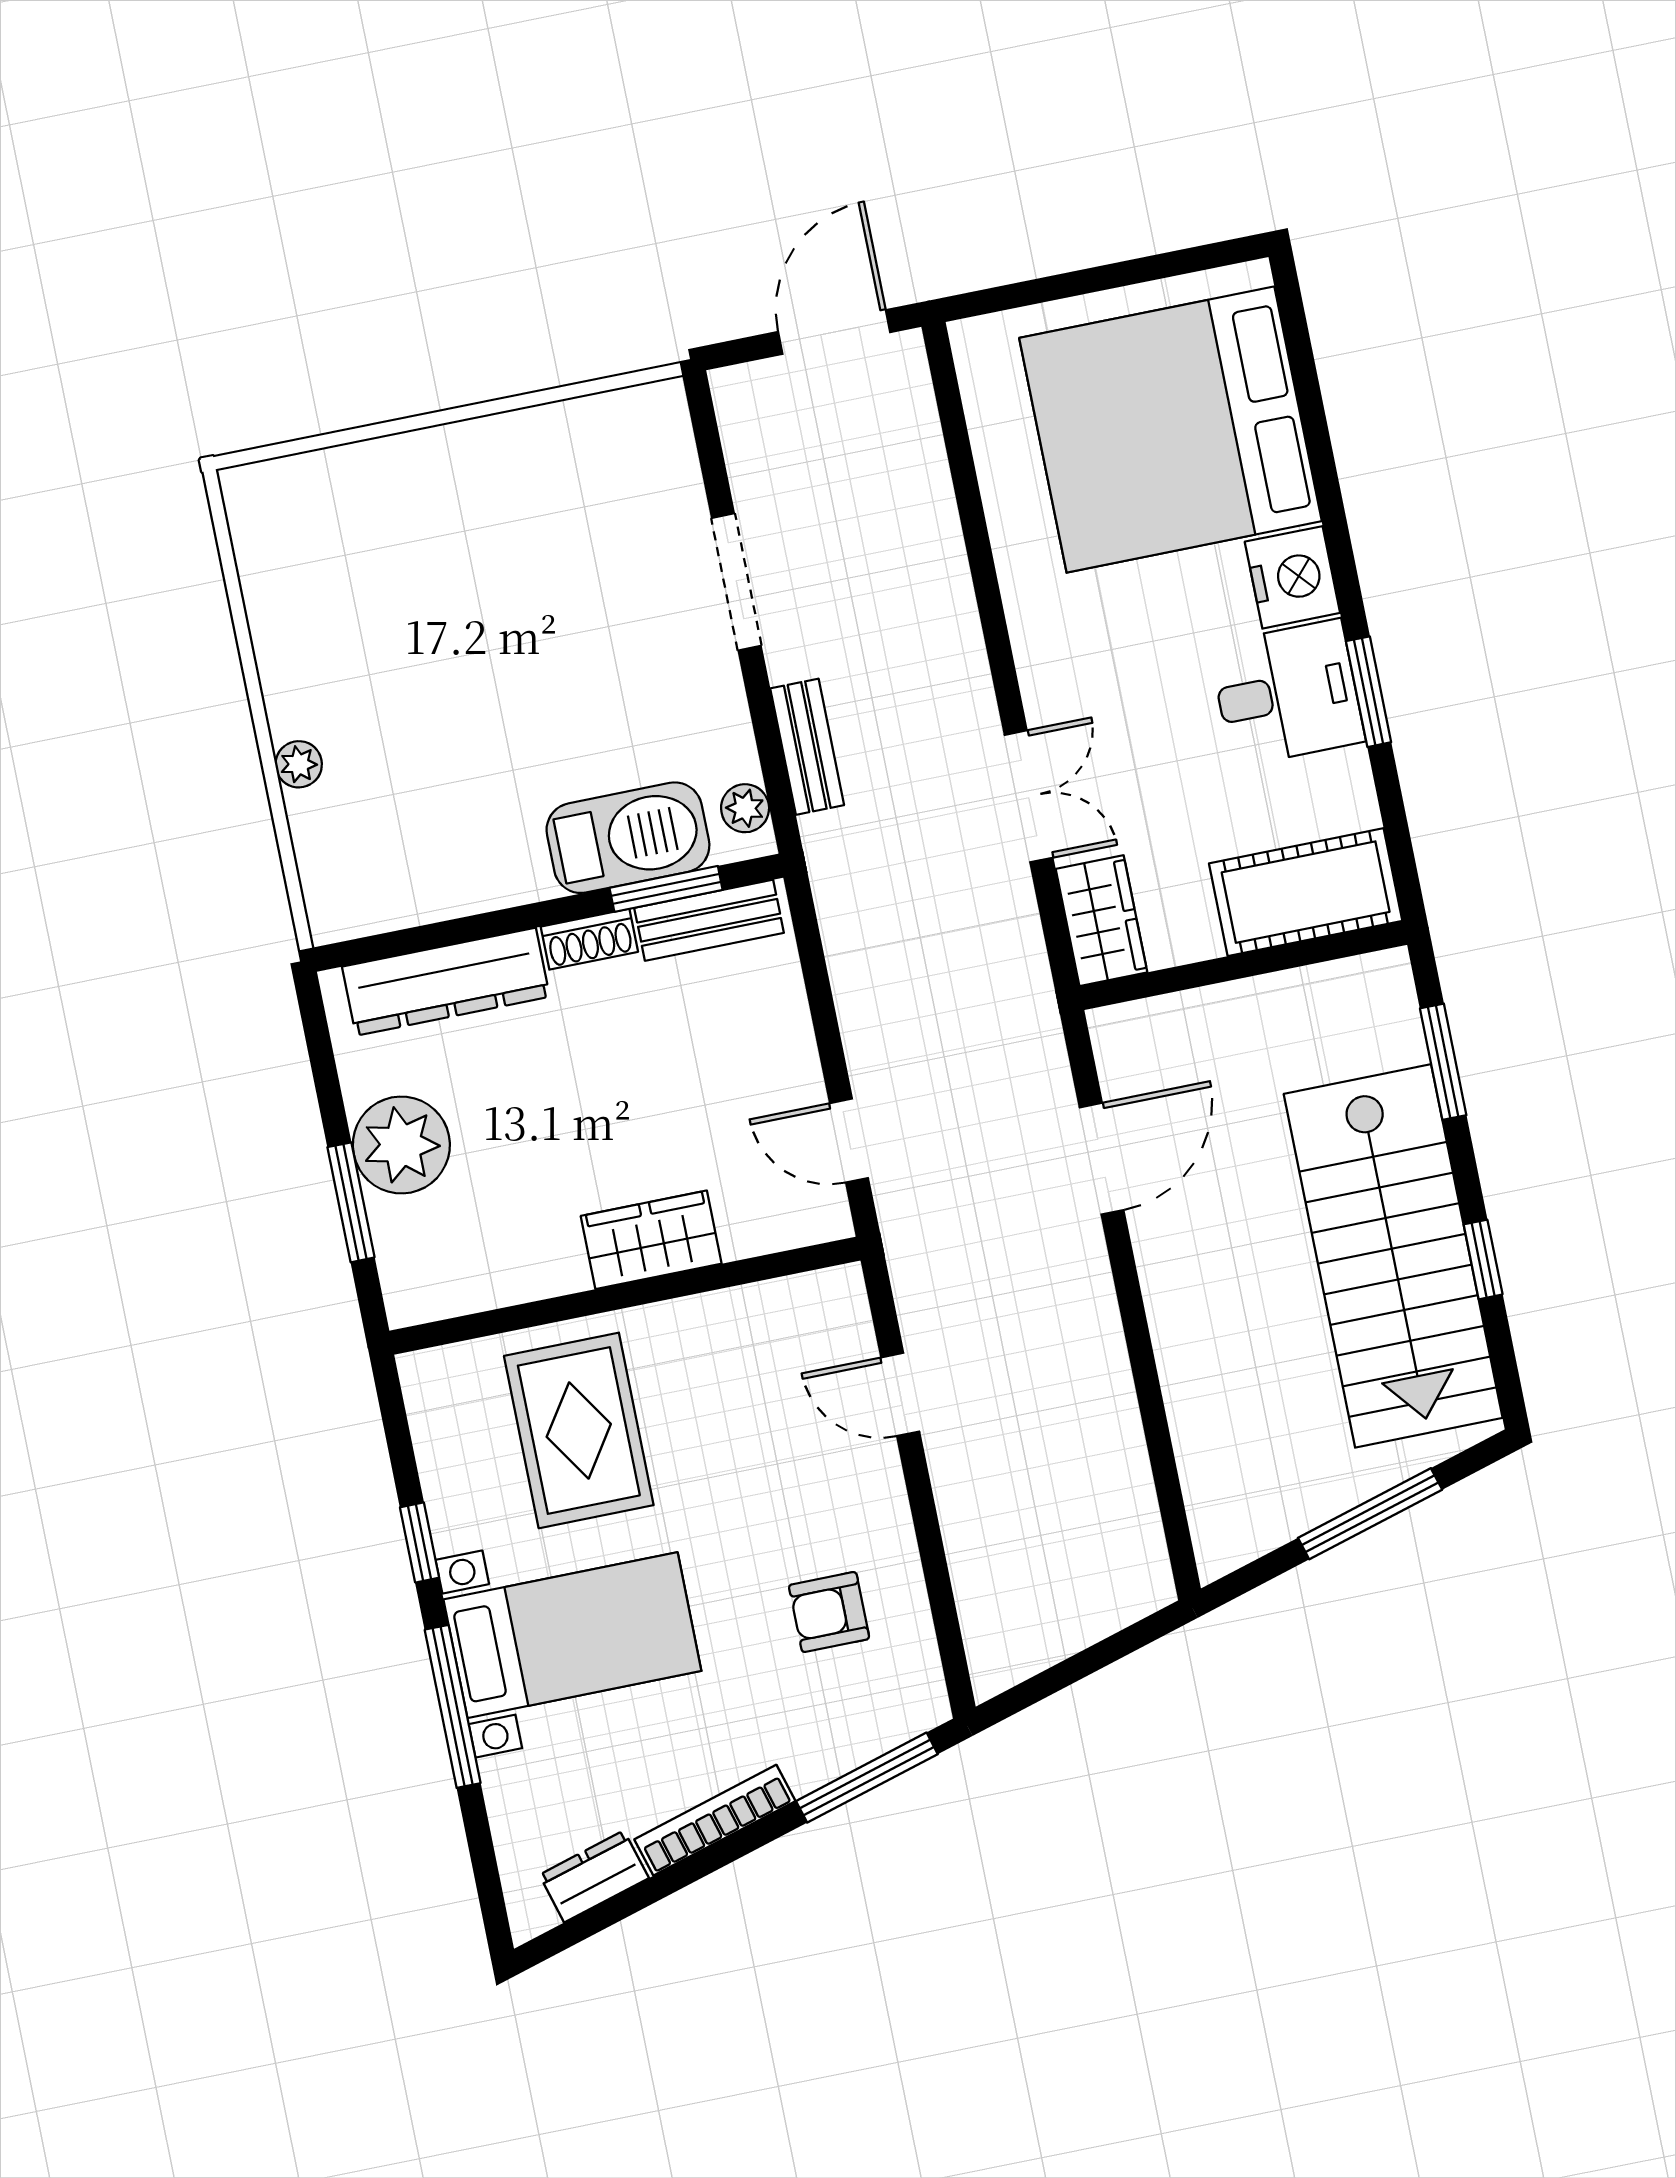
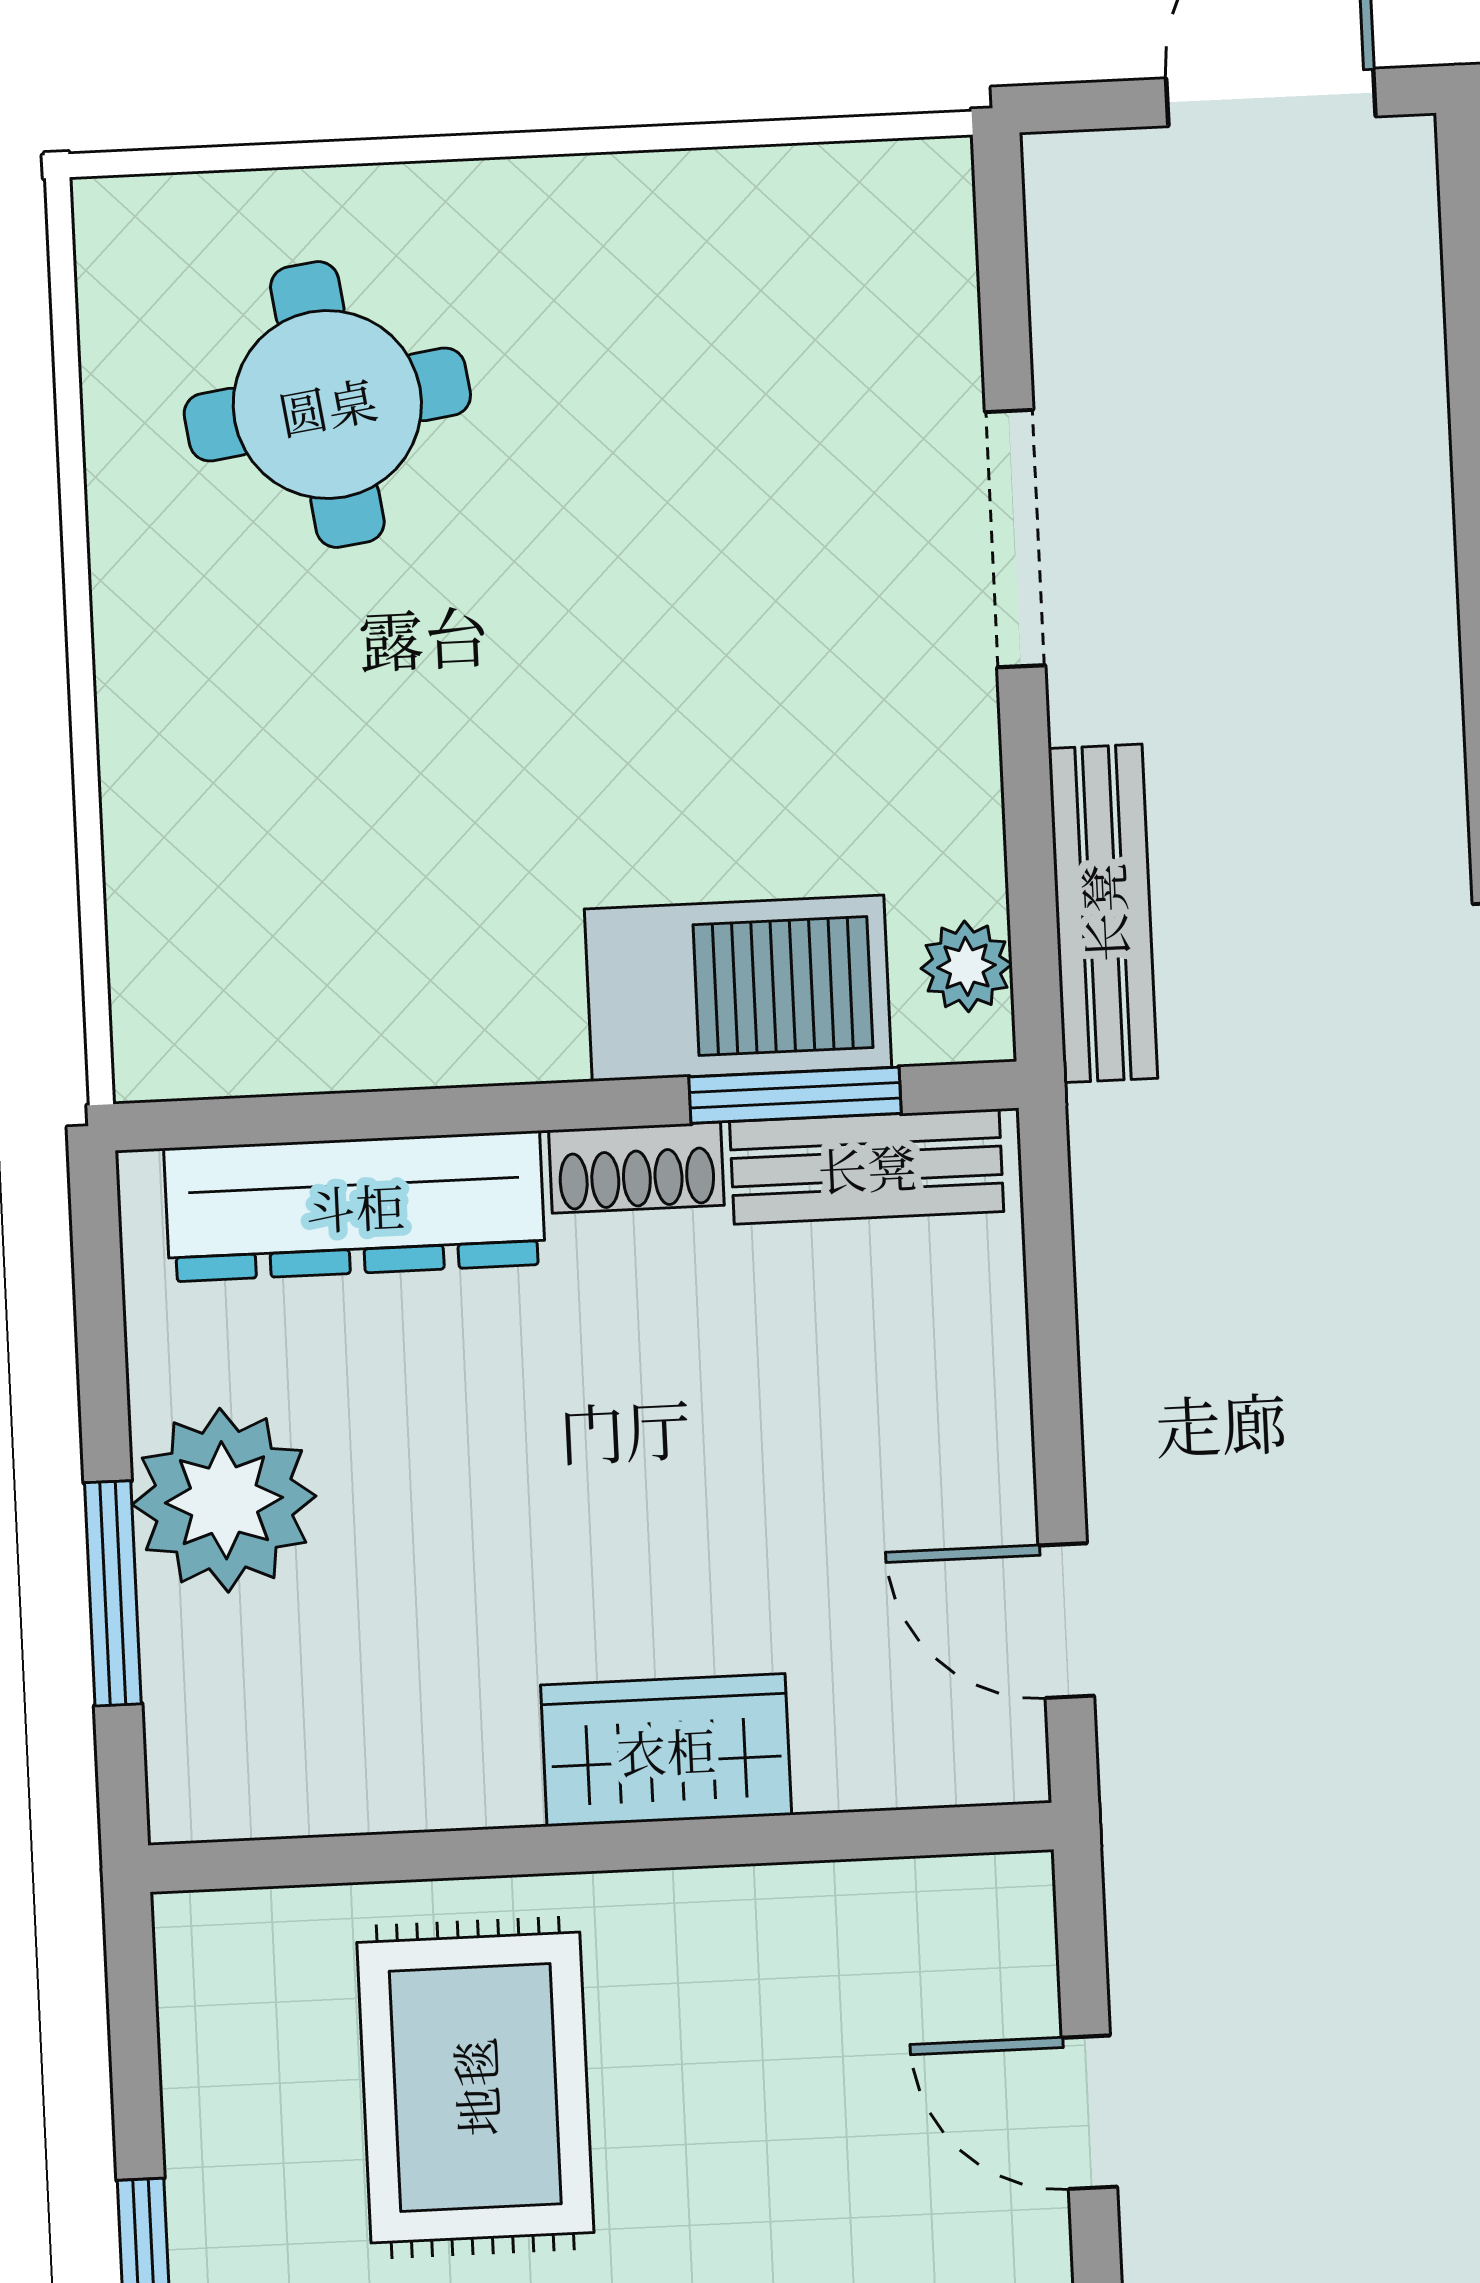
round table: (368, 567) -> (327, 405), added
bench: (807, 747) -> (1103, 913), width x1.36
plant: (299, 764) -> (141, 755), removed

